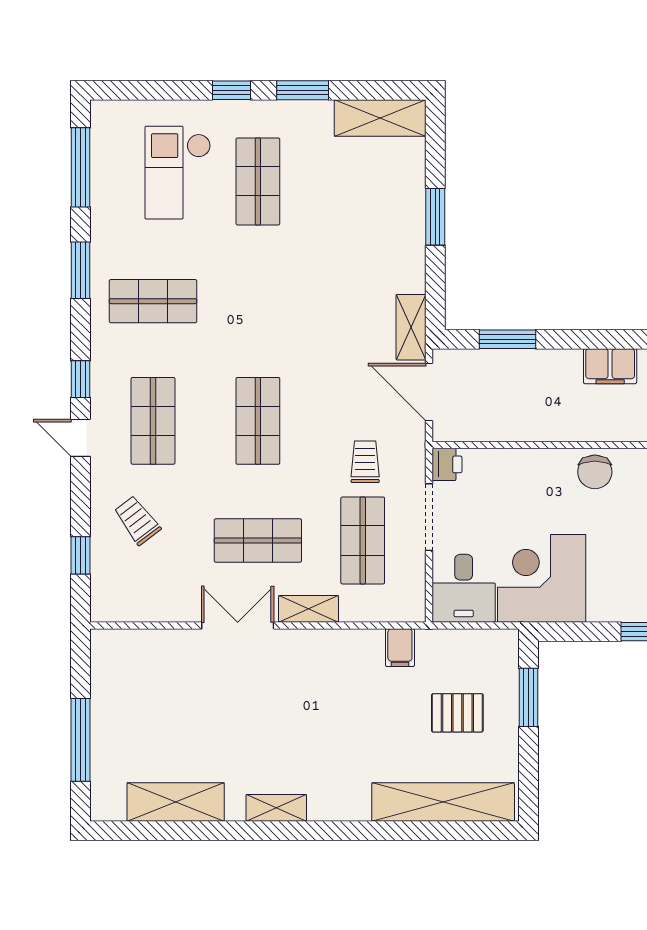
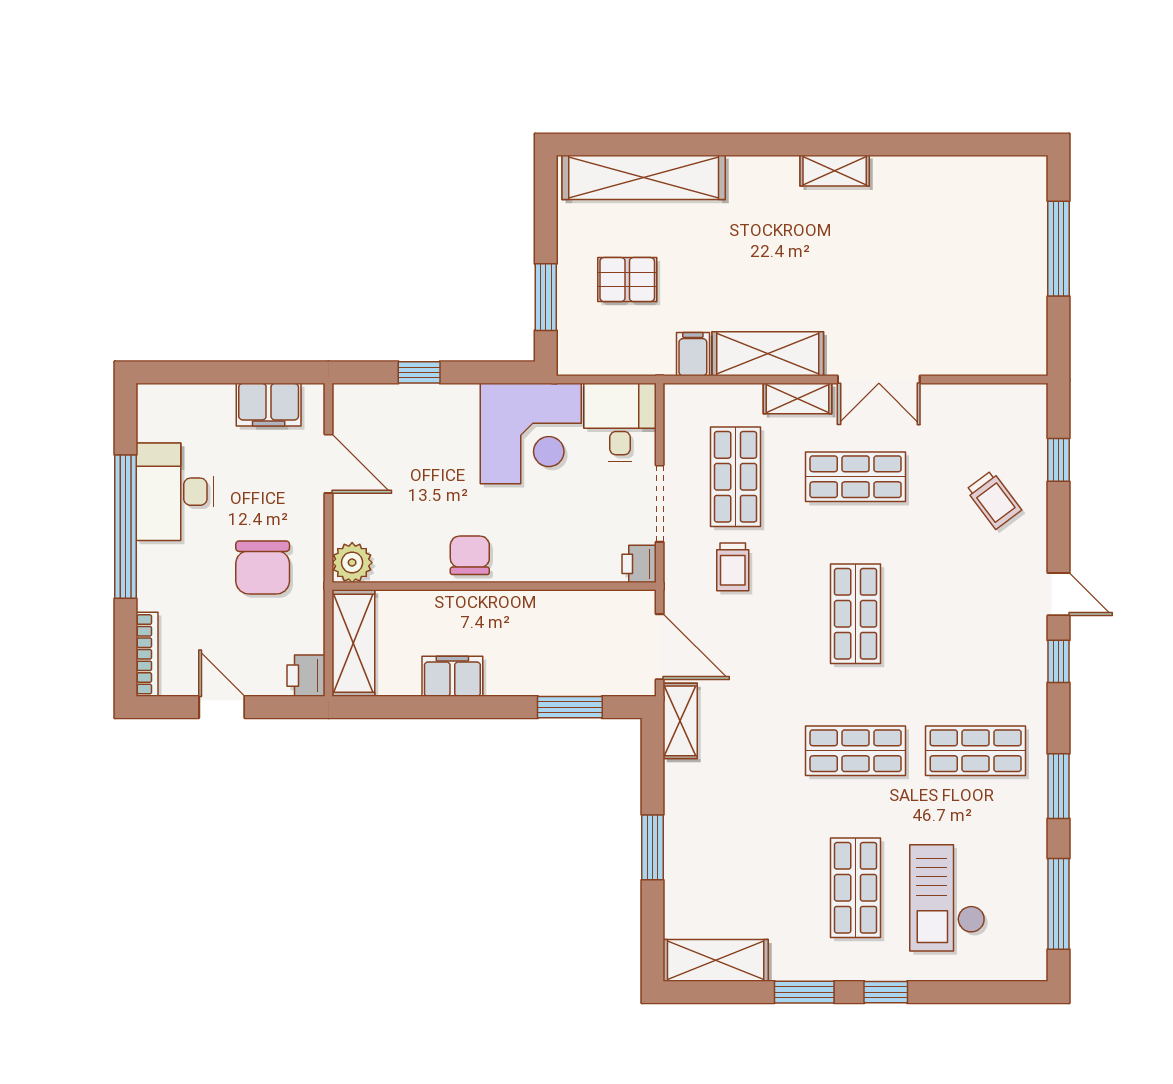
checkout: (178, 173) -> (947, 898), turned 180
shop shelf: (153, 421) -> (856, 751), moved, turned 90
shelving: (176, 802) -> (768, 354), moved

